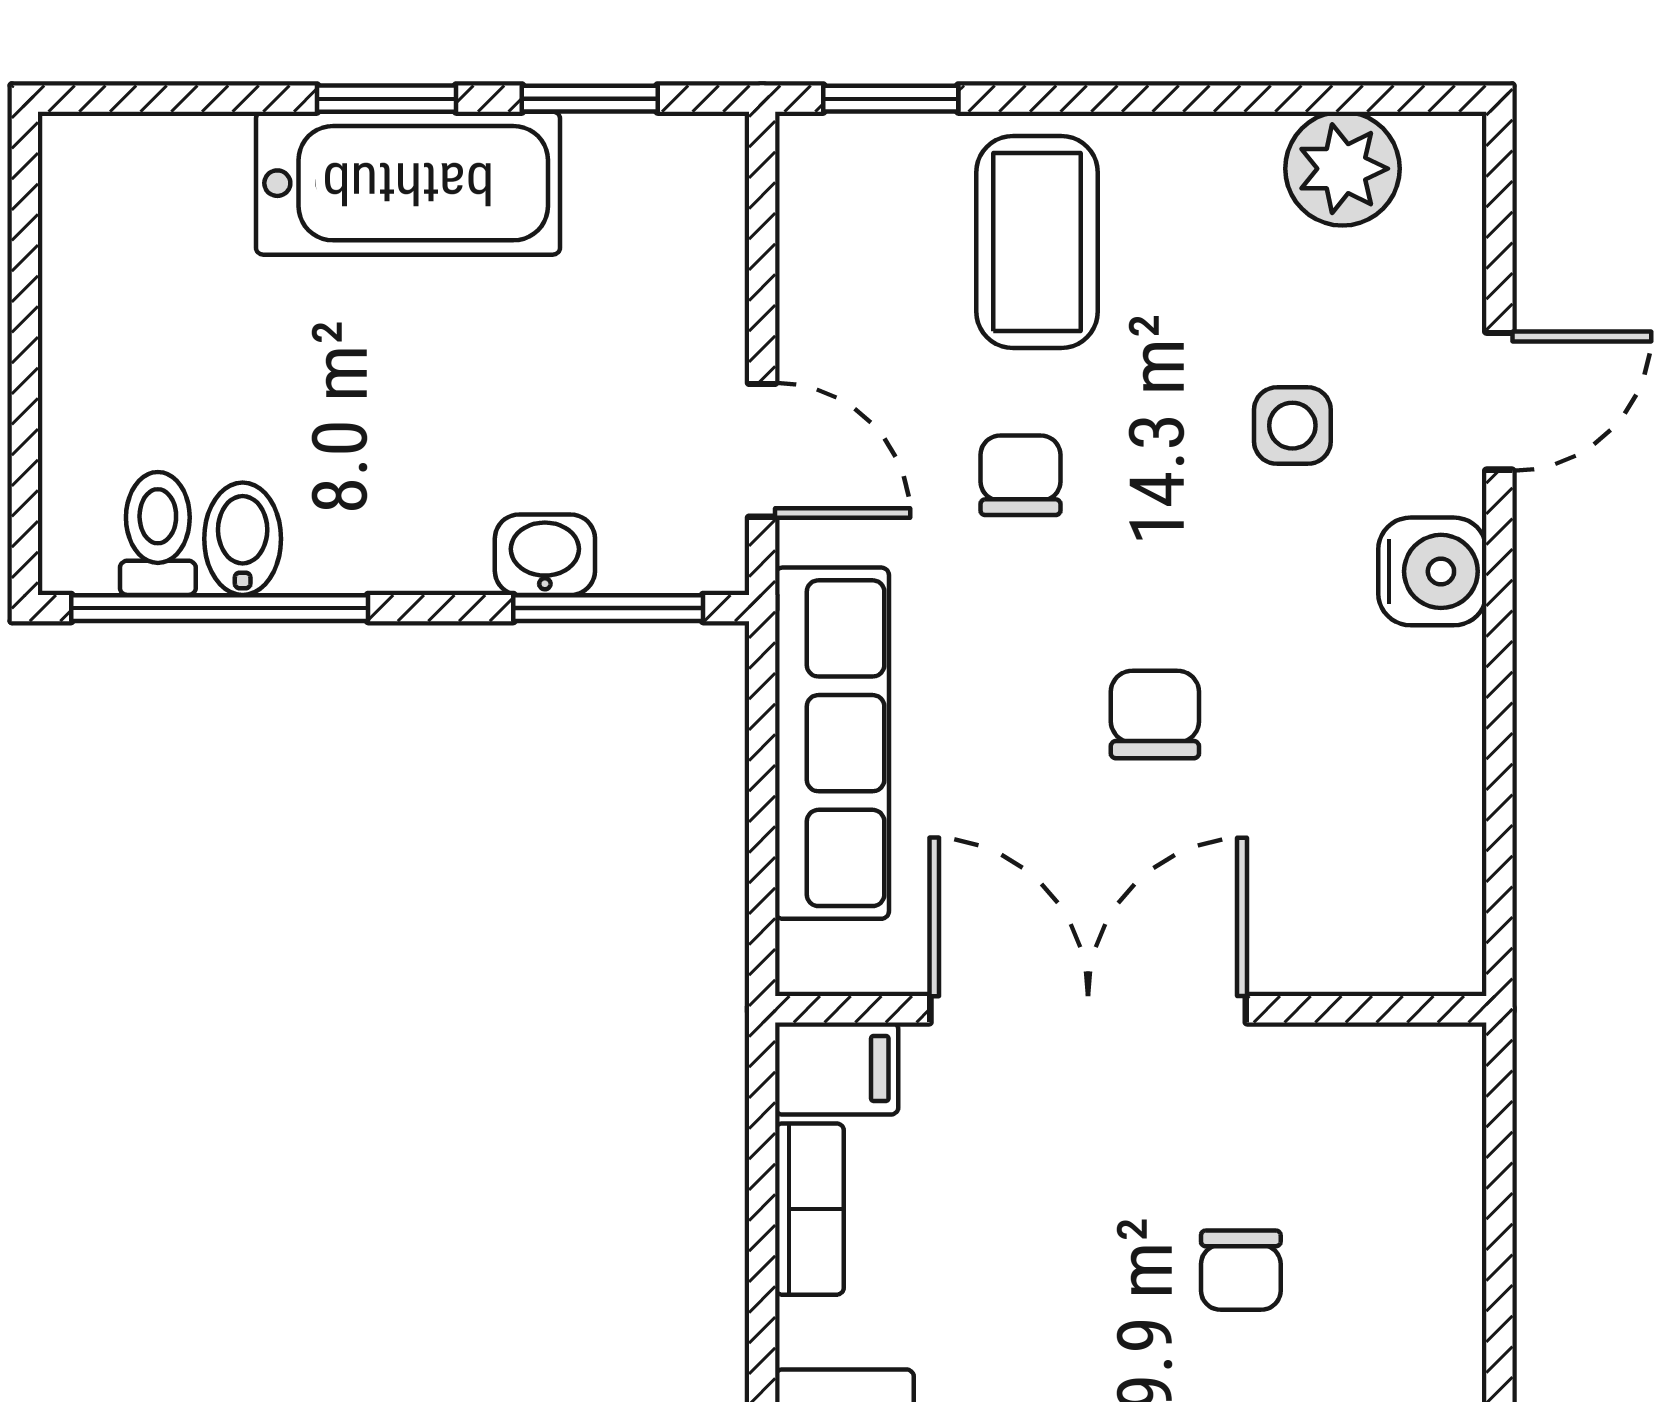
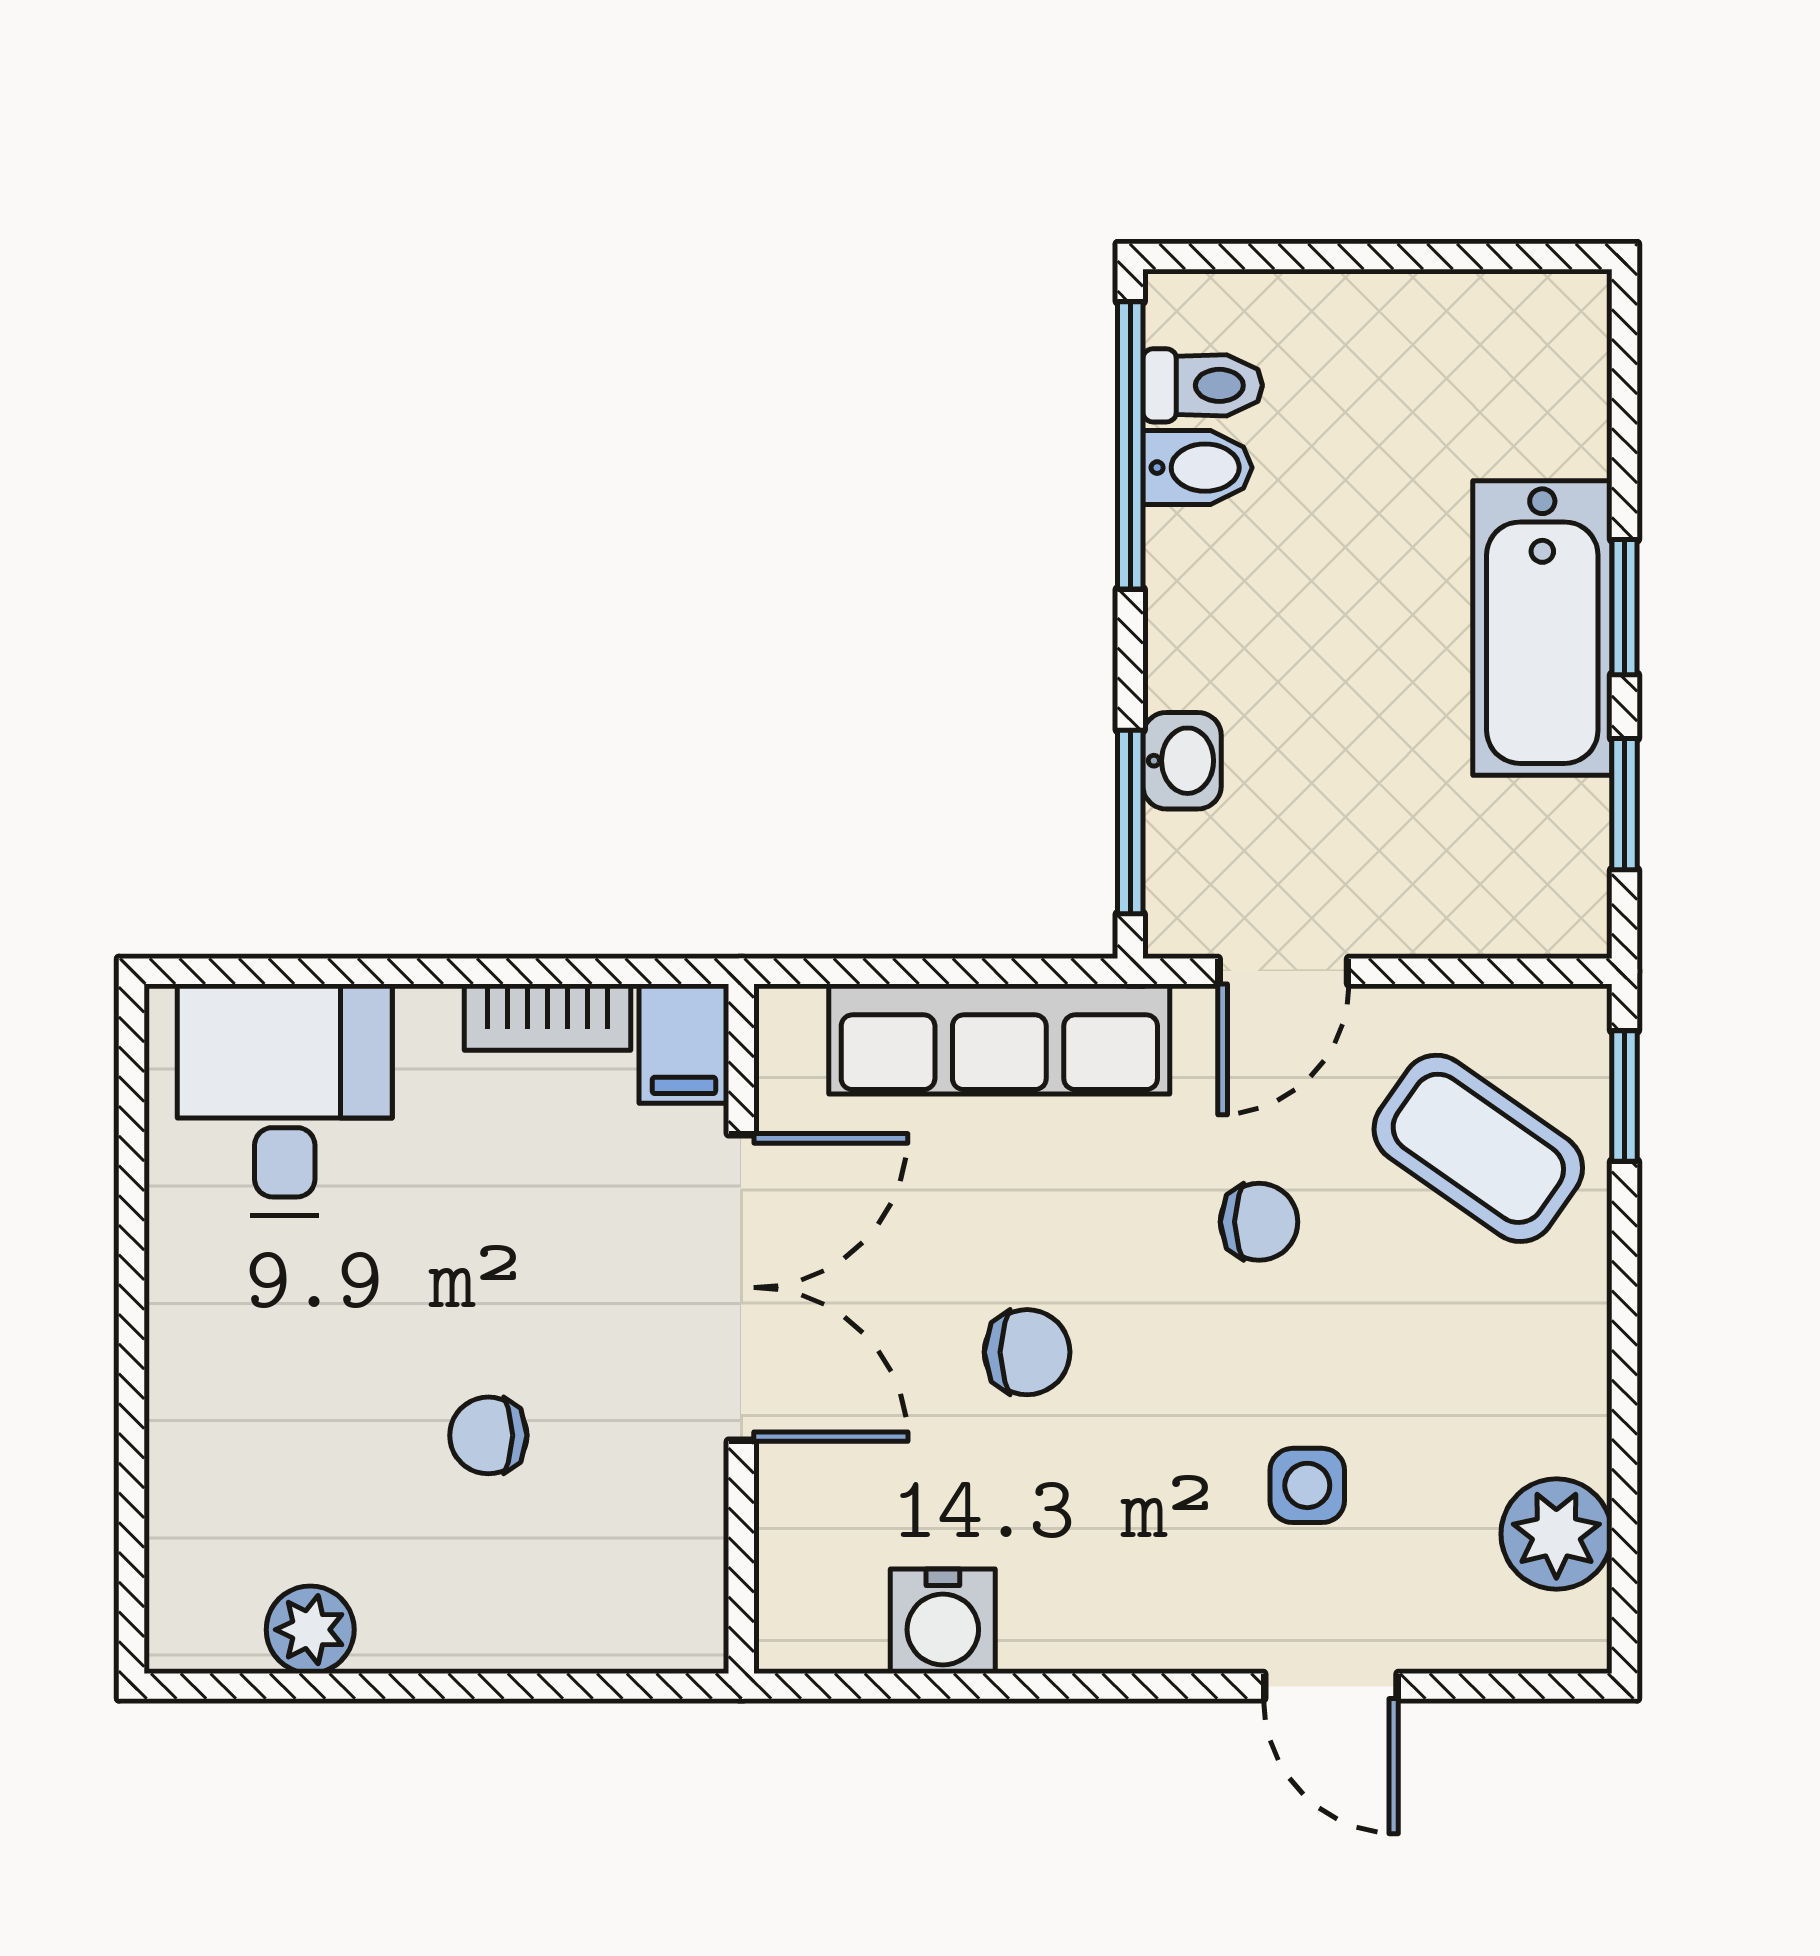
coffee table: (1037, 242) -> (1478, 1148), moved, turned 35
water cooler: (1432, 571) -> (943, 1621), moved

